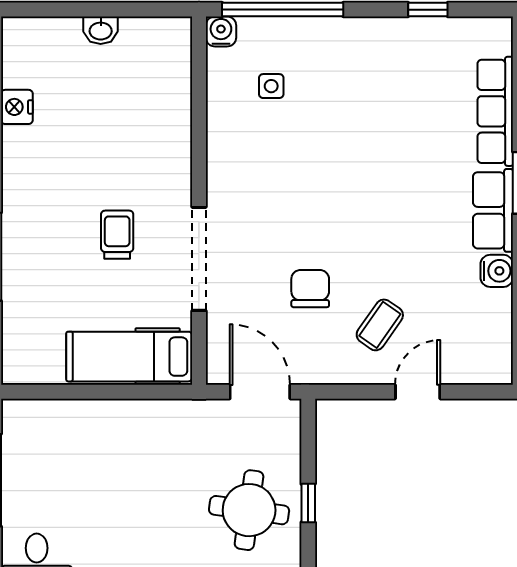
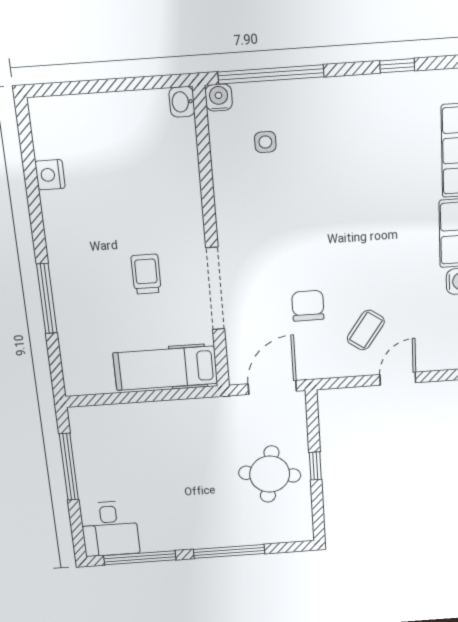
washbasin: (101, 30) -> (182, 102), moved, turned 90
door: (260, 392) -> (272, 387), hinge flipped

